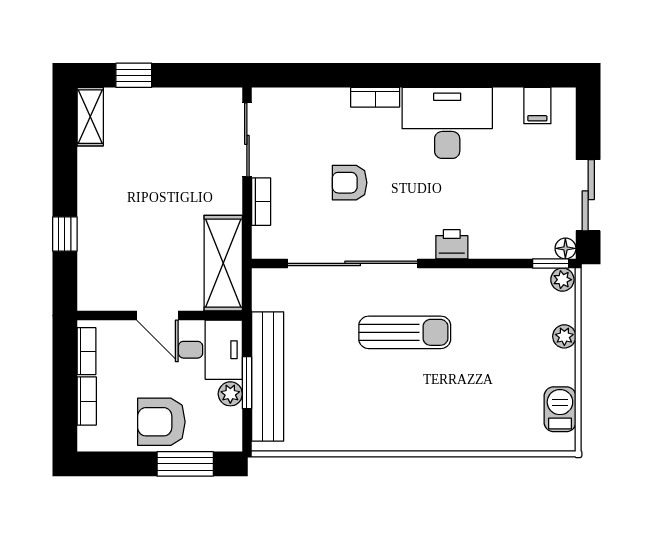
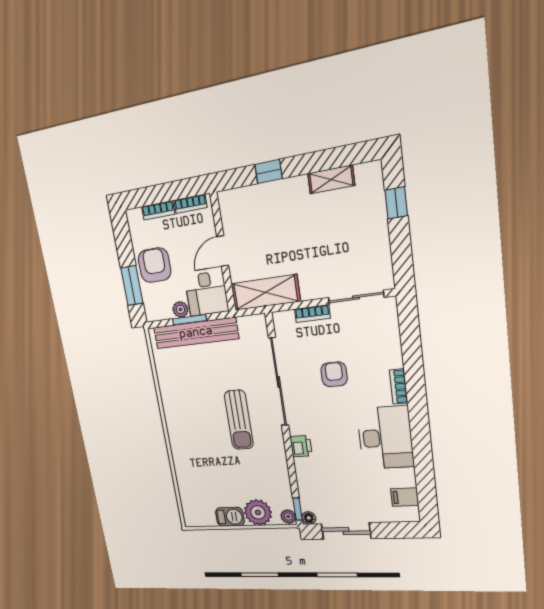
shelving: (90, 117) -> (331, 179), moved
plant: (564, 336) -> (258, 512), width x1.87, depth x1.87
barbecue: (560, 409) -> (230, 517), moved

